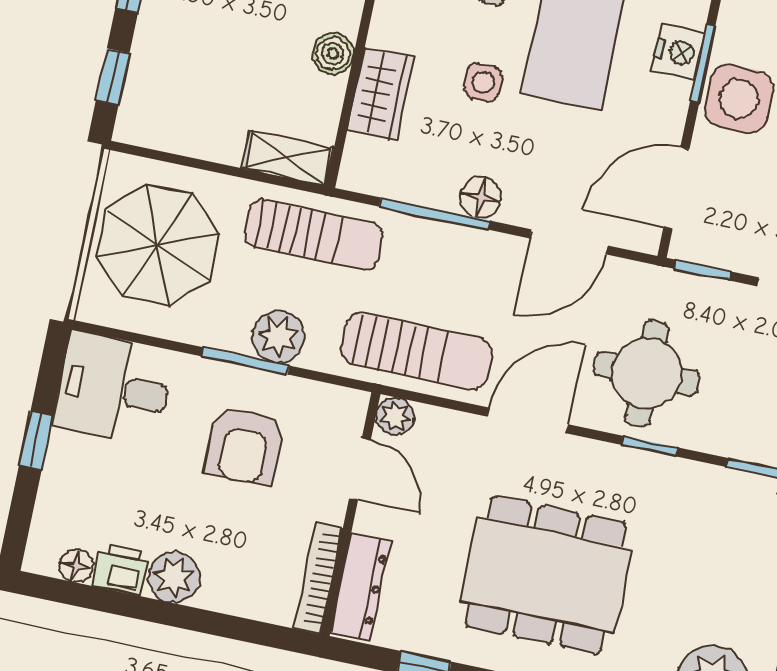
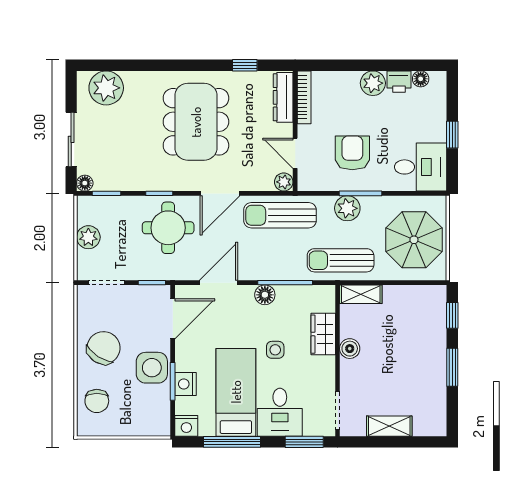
dining table: (546, 575) -> (196, 122), turned 90

